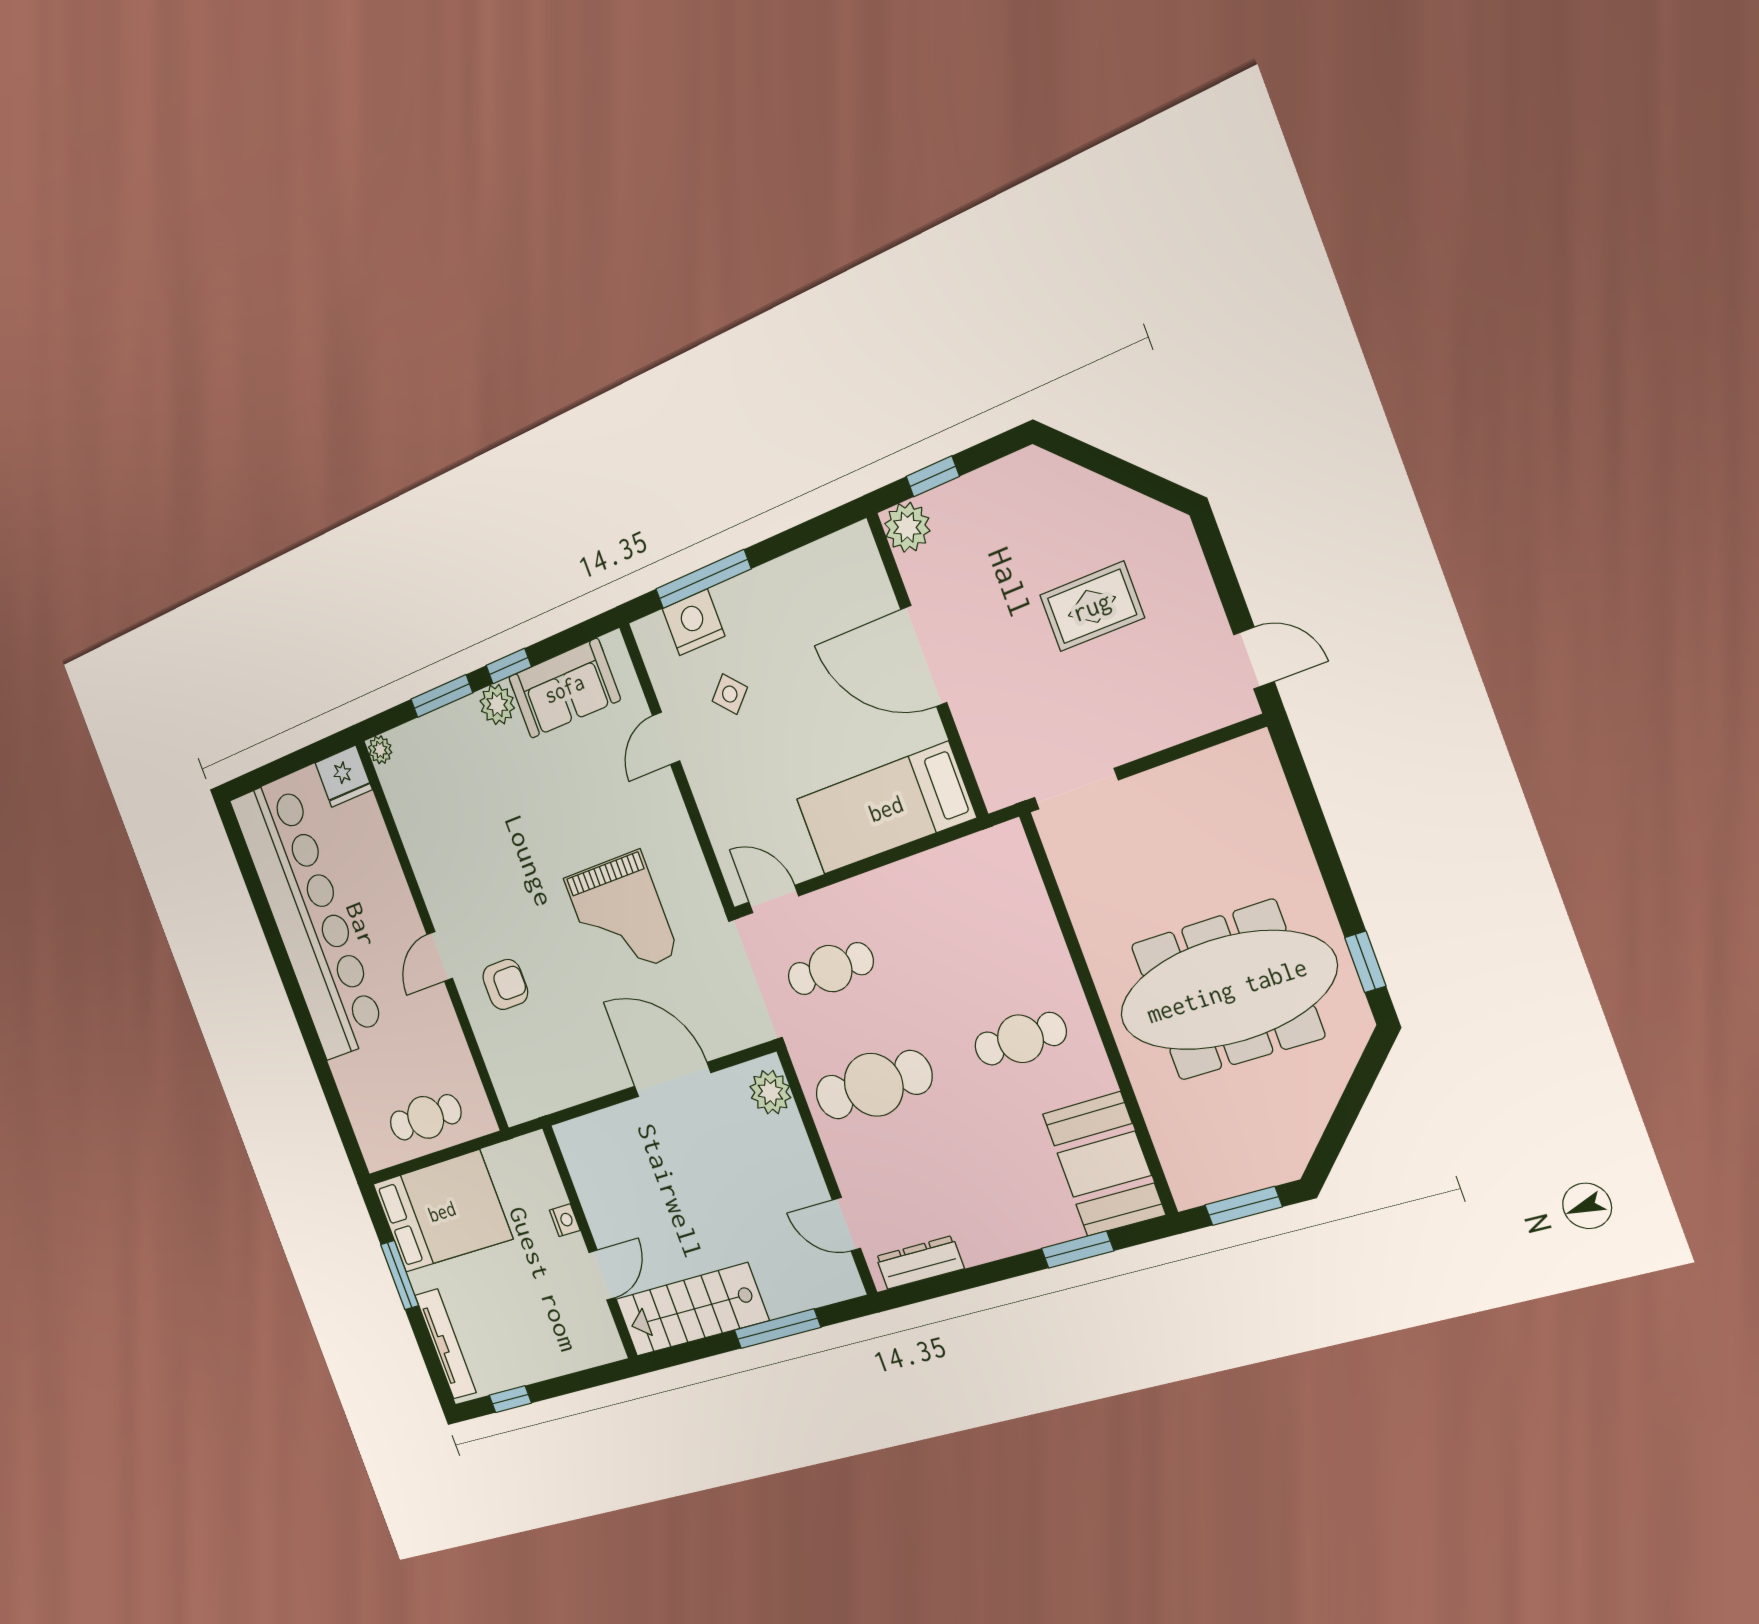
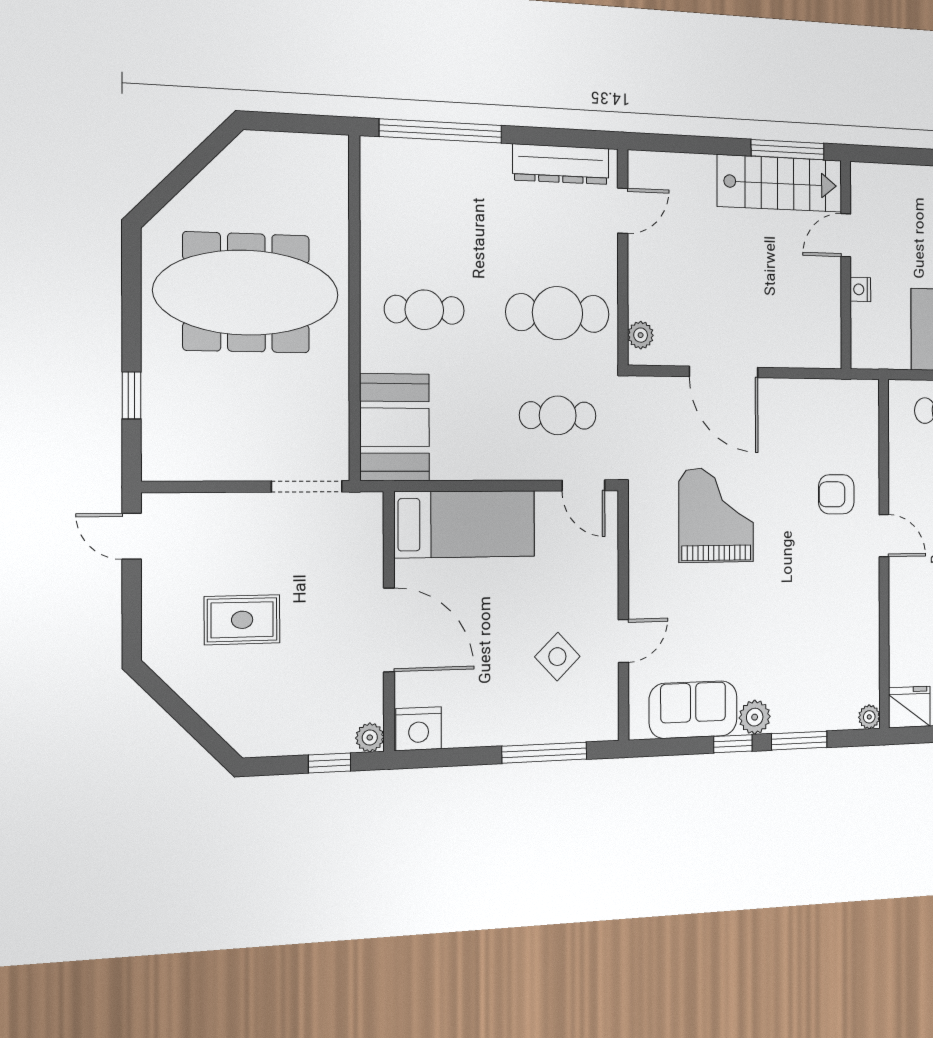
plant: (907, 527) -> (370, 737), width x0.73, depth x0.73
nightstand: (693, 622) -> (419, 729), moved
side table: (730, 694) -> (557, 657), width x1.37, depth x1.37
door: (440, 956) -> (884, 536), hinge flipped
window: (1365, 962) -> (132, 395), moved
plant: (770, 1092) -> (641, 335), width x0.73, depth x0.73
booth: (1104, 1164) -> (395, 427), moved
window: (1243, 1206) -> (296, 123), removed
door: (846, 1224) -> (623, 211), hinge flipped
window: (1077, 1250) -> (441, 131), width x2.11
dresser: (920, 1263) -> (561, 164), width x1.37, depth x1.24
window: (777, 1329) -> (788, 150), moved

